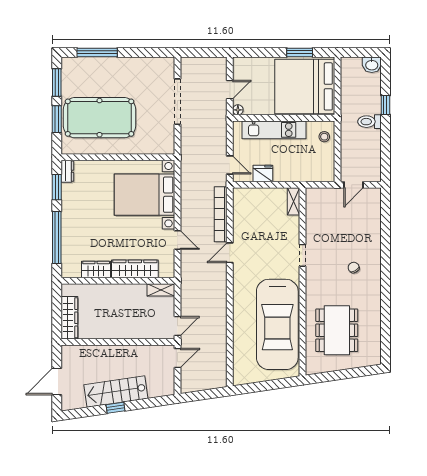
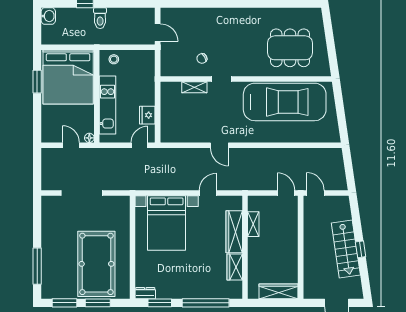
shelving: (293, 201) -> (194, 87), moved
bookcase: (221, 214) -> (184, 154), removed
chair: (354, 268) -> (202, 58), moved
shelving: (161, 290) -> (253, 224), moved

